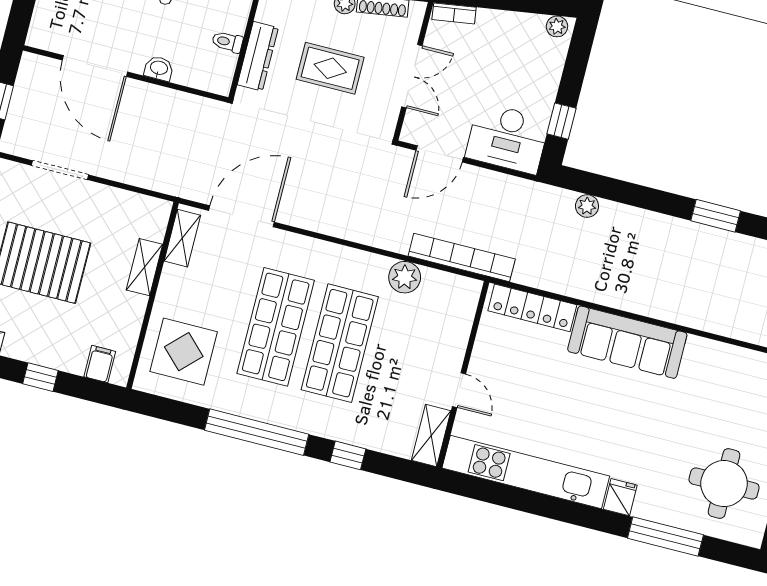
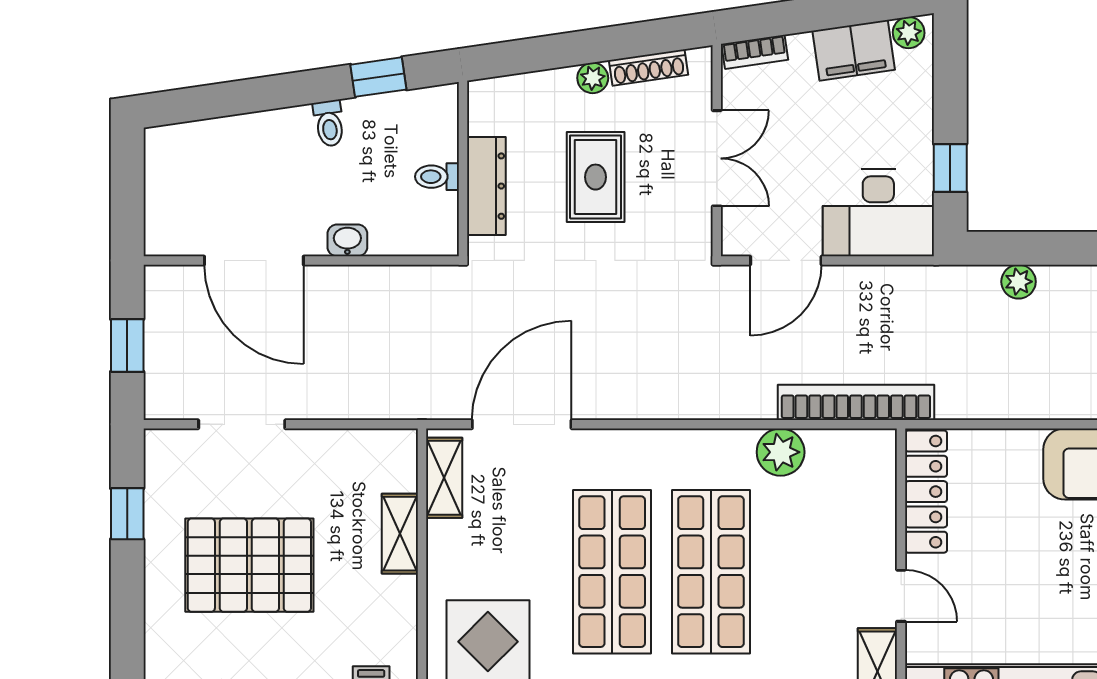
filing cabinet: (518, 29) -> (854, 50), added
rug: (330, 68) -> (596, 177), turned 90
locker: (532, 308) -> (926, 492), moved, turned -90

